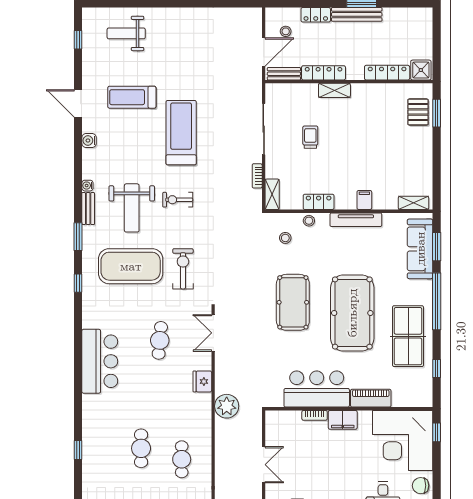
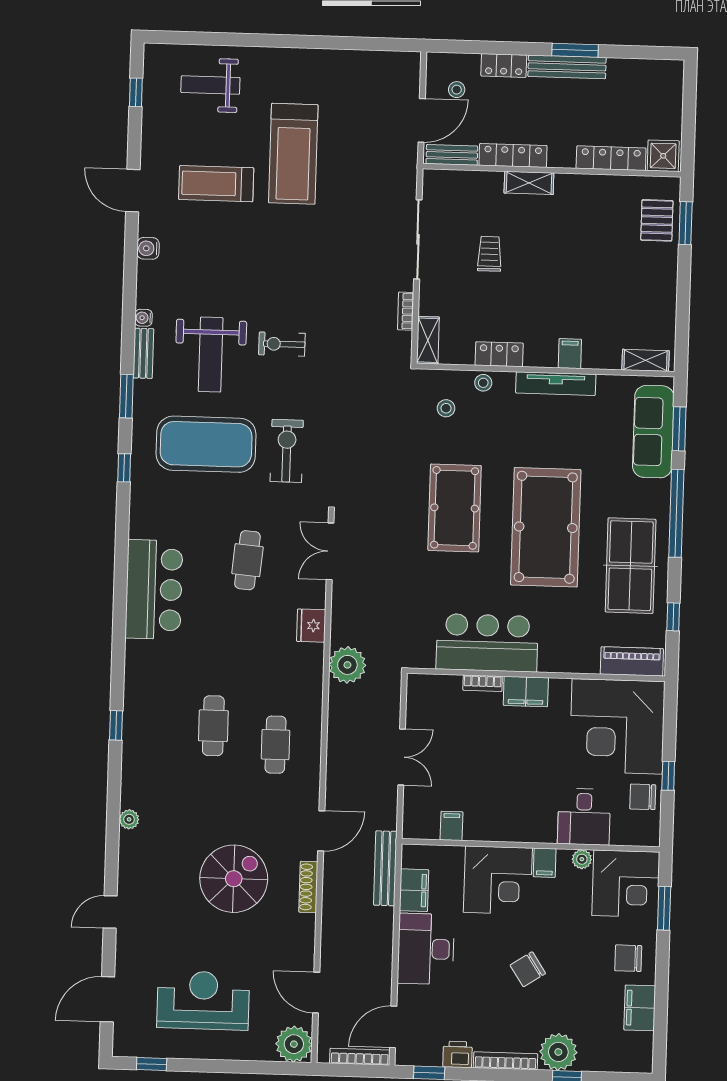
treadmill: (181, 133) -> (293, 154), moved, turned 180
piano: (371, 398) -> (632, 661), moved
window: (437, 432) -> (668, 776), moved

